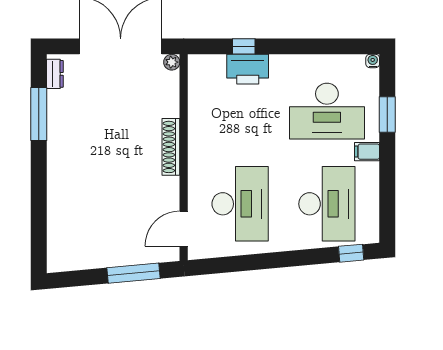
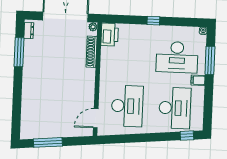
window: (244, 46) -> (153, 21), moved
printer: (248, 69) -> (110, 35), moved, turned -90
window: (387, 114) -> (210, 60), width x1.44
shoe rack: (171, 147) -> (92, 52), moved
window: (133, 273) -> (48, 142), moved

